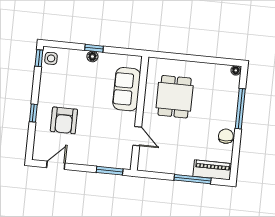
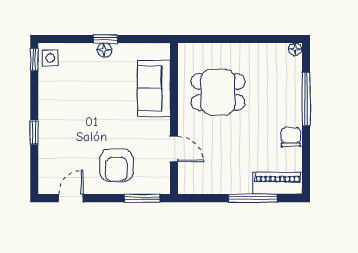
dining table: (175, 97) -> (218, 92), turned 90
armchair: (64, 120) -> (116, 165), moved

